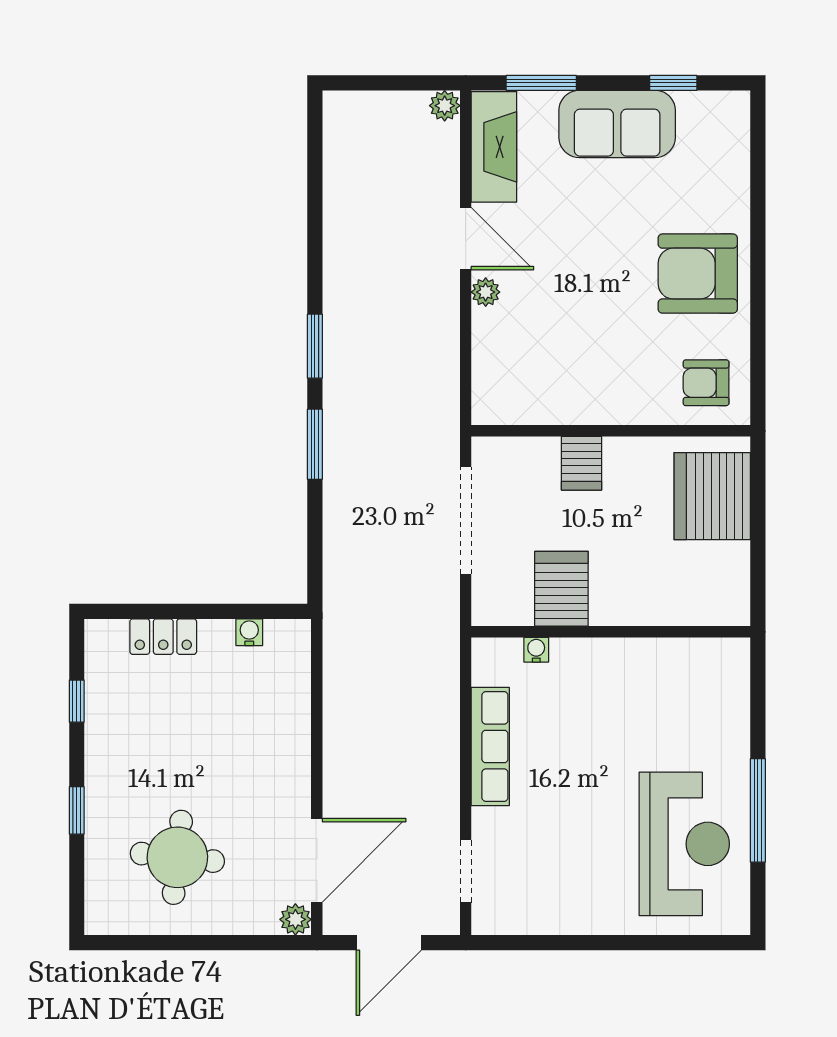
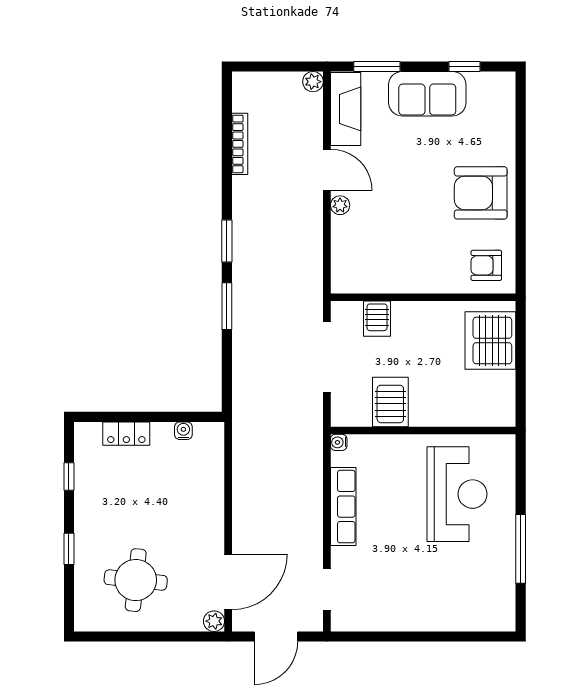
bookcase: (334, 200) -> (240, 144), added
server rack: (582, 463) -> (377, 319), moved
water cooler: (536, 650) -> (339, 442), moved, turned -90
reception desk: (684, 844) -> (457, 494), moved

